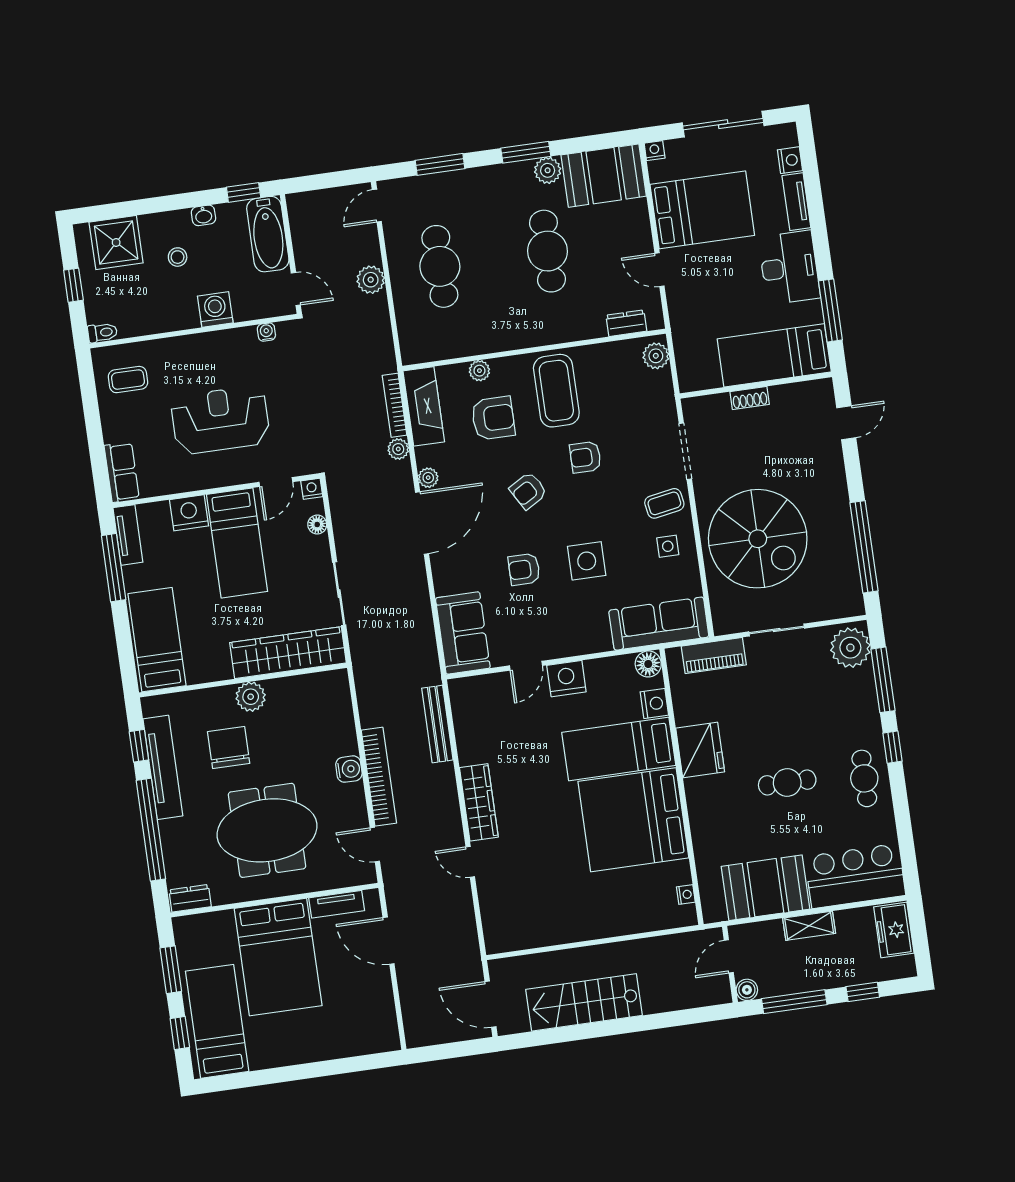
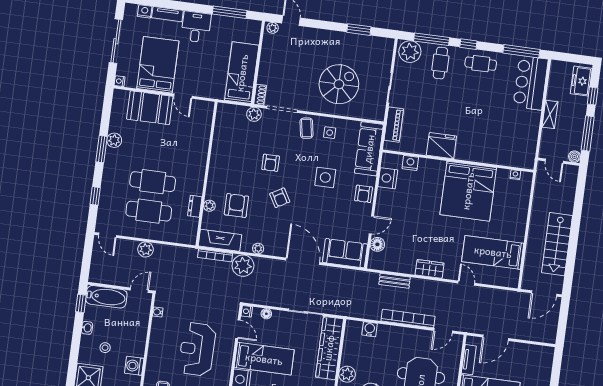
window: (440, 164) -> (95, 196), width x0.67
booth: (604, 176) -> (150, 108), moved, turned 90
cafe table: (547, 251) -> (153, 182), moved
desk: (789, 268) -> (196, 27), width x0.73
door: (659, 270) -> (183, 96), hinge flipped
washing machine: (215, 309) -> (134, 366), moved
dresser: (626, 323) -> (195, 206), moved
bed: (774, 355) -> (242, 73), moved, turned 180
plant: (656, 356) -> (254, 114), moved
coffee table: (556, 391) -> (231, 168), removed
plant: (824, 394) -> (273, 28), added
shoe rack: (750, 398) -> (260, 95), moved
plant: (398, 449) -> (243, 266), width x1.88, depth x1.88
door: (422, 523) -> (303, 261), moved
spiral stairs: (758, 539) -> (339, 84), width x0.73, depth x0.73
window: (864, 547) -> (359, 30), width x0.47
armchair: (524, 569) -> (364, 194), moved
floor lamp: (648, 664) -> (377, 244), moved
door: (526, 666) -> (371, 225), hinge flipped
nightstand: (566, 679) -> (388, 178), moved
bench: (437, 724) -> (394, 281), width x0.73
bed: (619, 749) -> (493, 252), moved, turned 90
water cooler: (349, 769) -> (370, 329), moved
cafe table: (787, 782) -> (440, 63), moved
wardrobe: (479, 802) -> (430, 269), width x0.67
window: (906, 844) -> (521, 51), added
door: (470, 862) -> (466, 283), swing flipped
booth: (765, 888) -> (524, 132), removed
freezer: (894, 930) -> (581, 81), moved, turned 90

